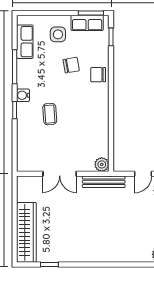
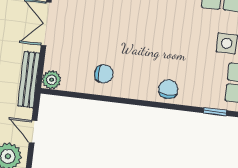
chair: (71, 65) -> (104, 74), moved, turned -80
coffee table: (50, 114) -> (125, 20), removed

